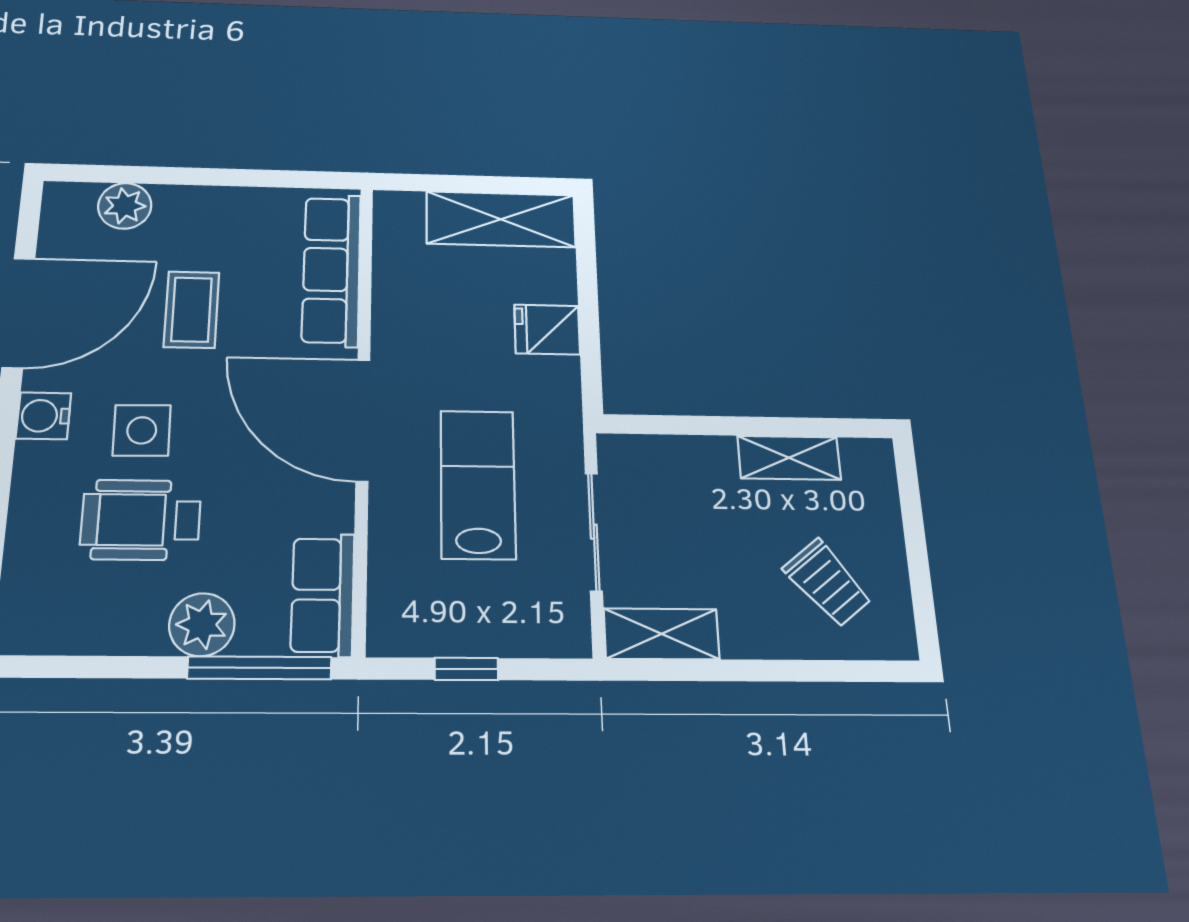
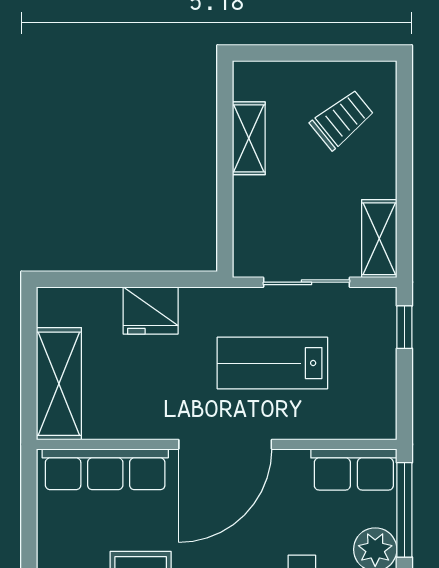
shelving: (501, 219) -> (59, 384), moved
fridge: (547, 329) -> (151, 310), width x1.38
window: (466, 669) -> (404, 327), moved

